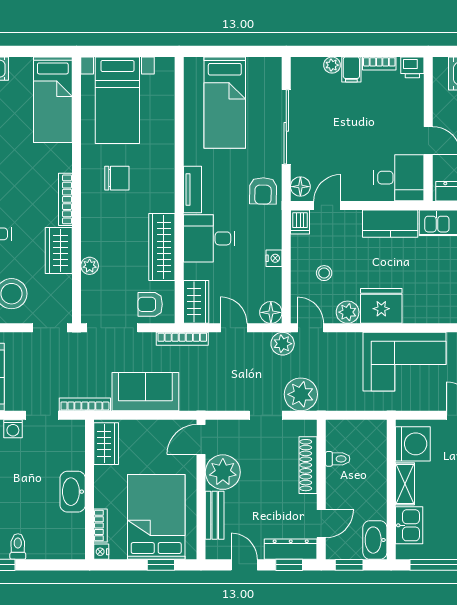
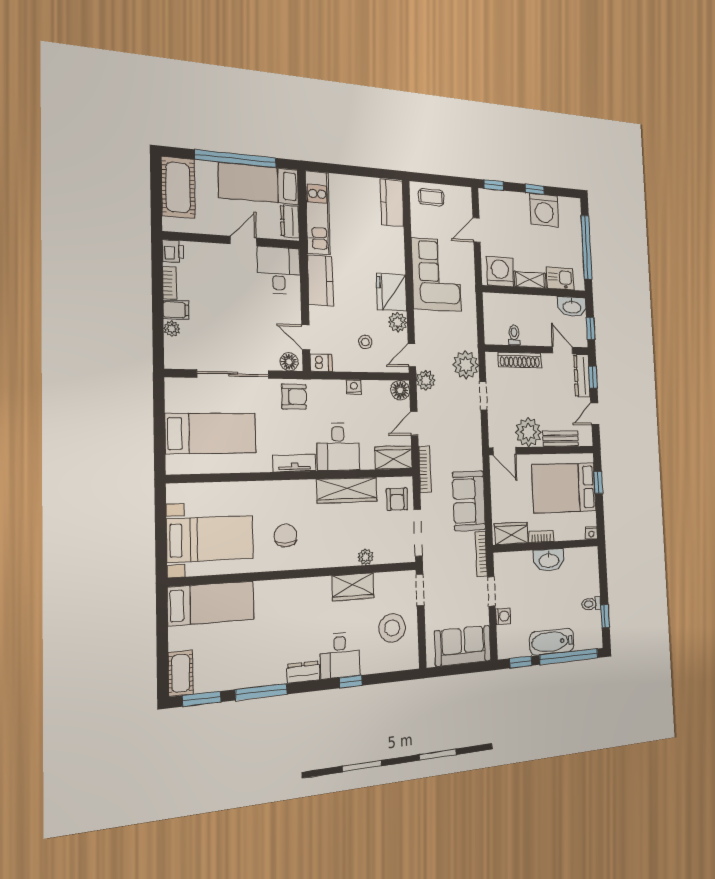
bookcase: (65, 199) -> (307, 584), removed
bookcase: (101, 526) -> (541, 536), moved

